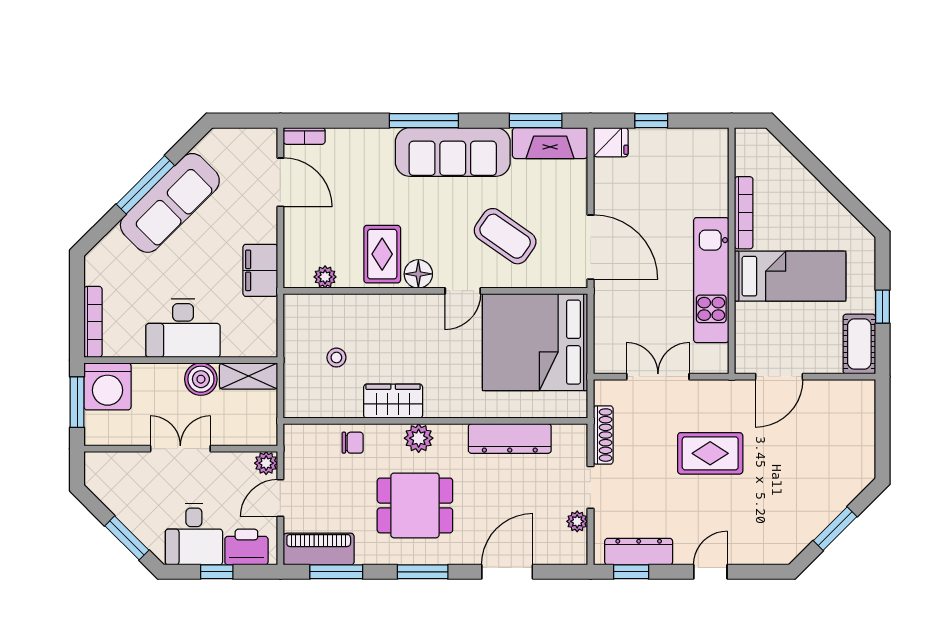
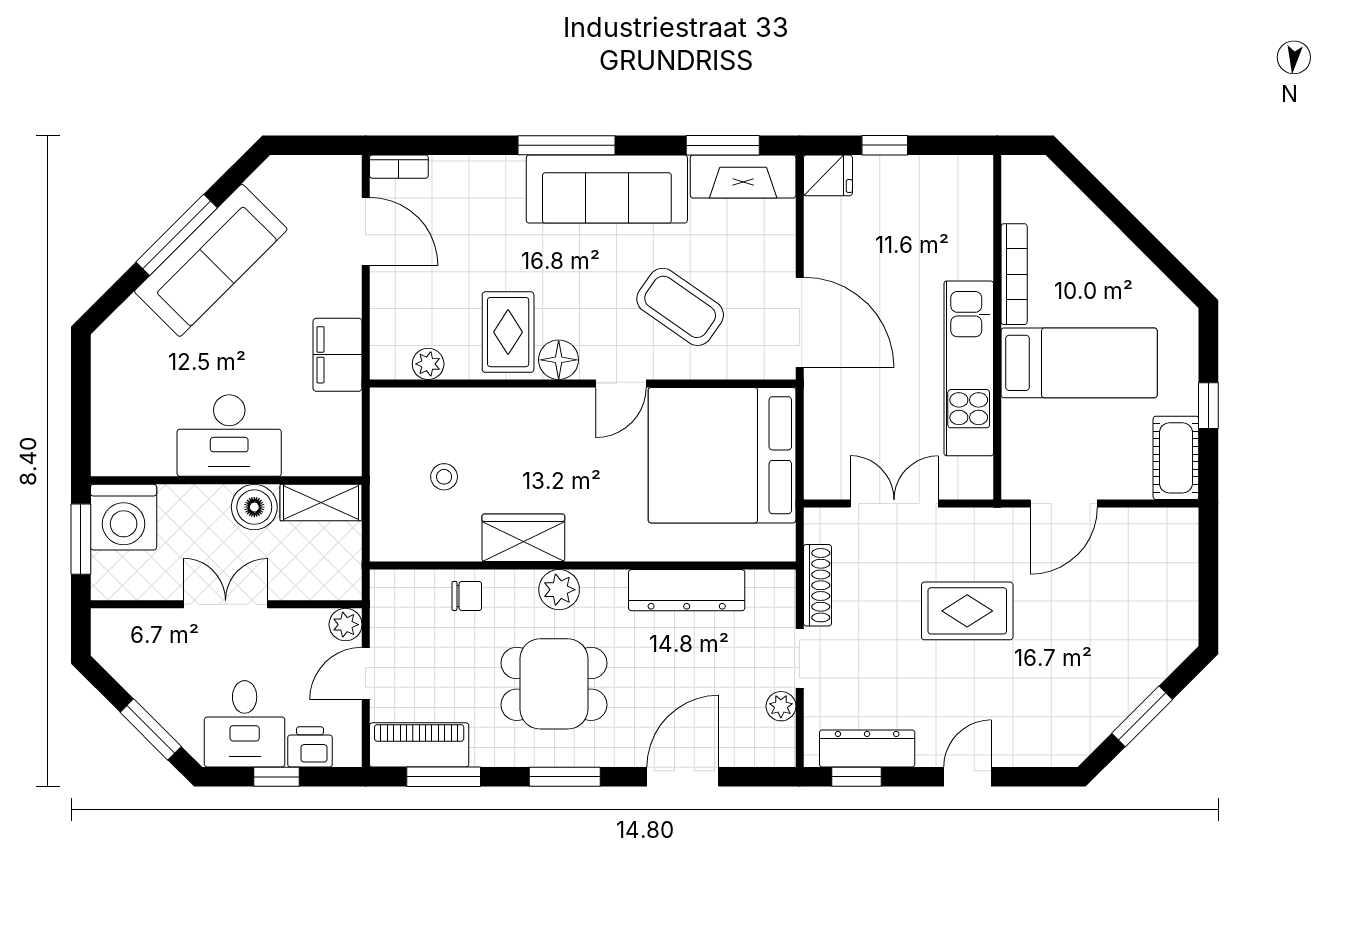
bookcase: (93, 322) -> (103, 427), removed
printer: (246, 547) -> (310, 747), width x0.73, depth x0.81

